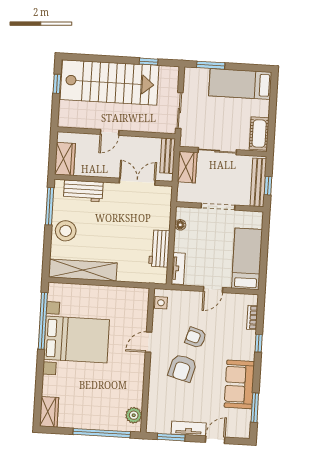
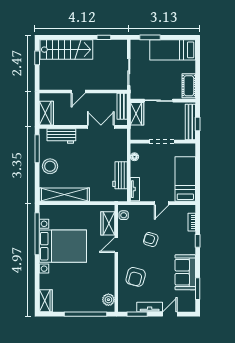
stairs: (110, 82) -> (66, 50), width x0.73, depth x0.66
wardrobe: (139, 312) -> (108, 223), added
armchair: (182, 368) -> (136, 277), moved

